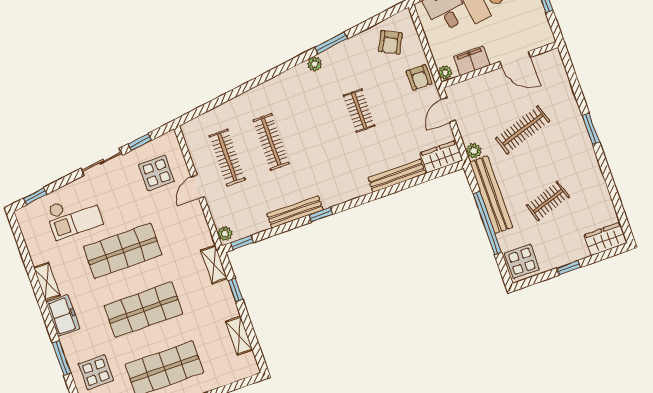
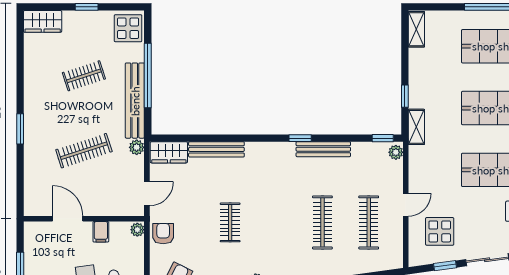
filing cabinet: (472, 61) -> (101, 232), width x0.50
shelving: (239, 336) -> (416, 29), moved

